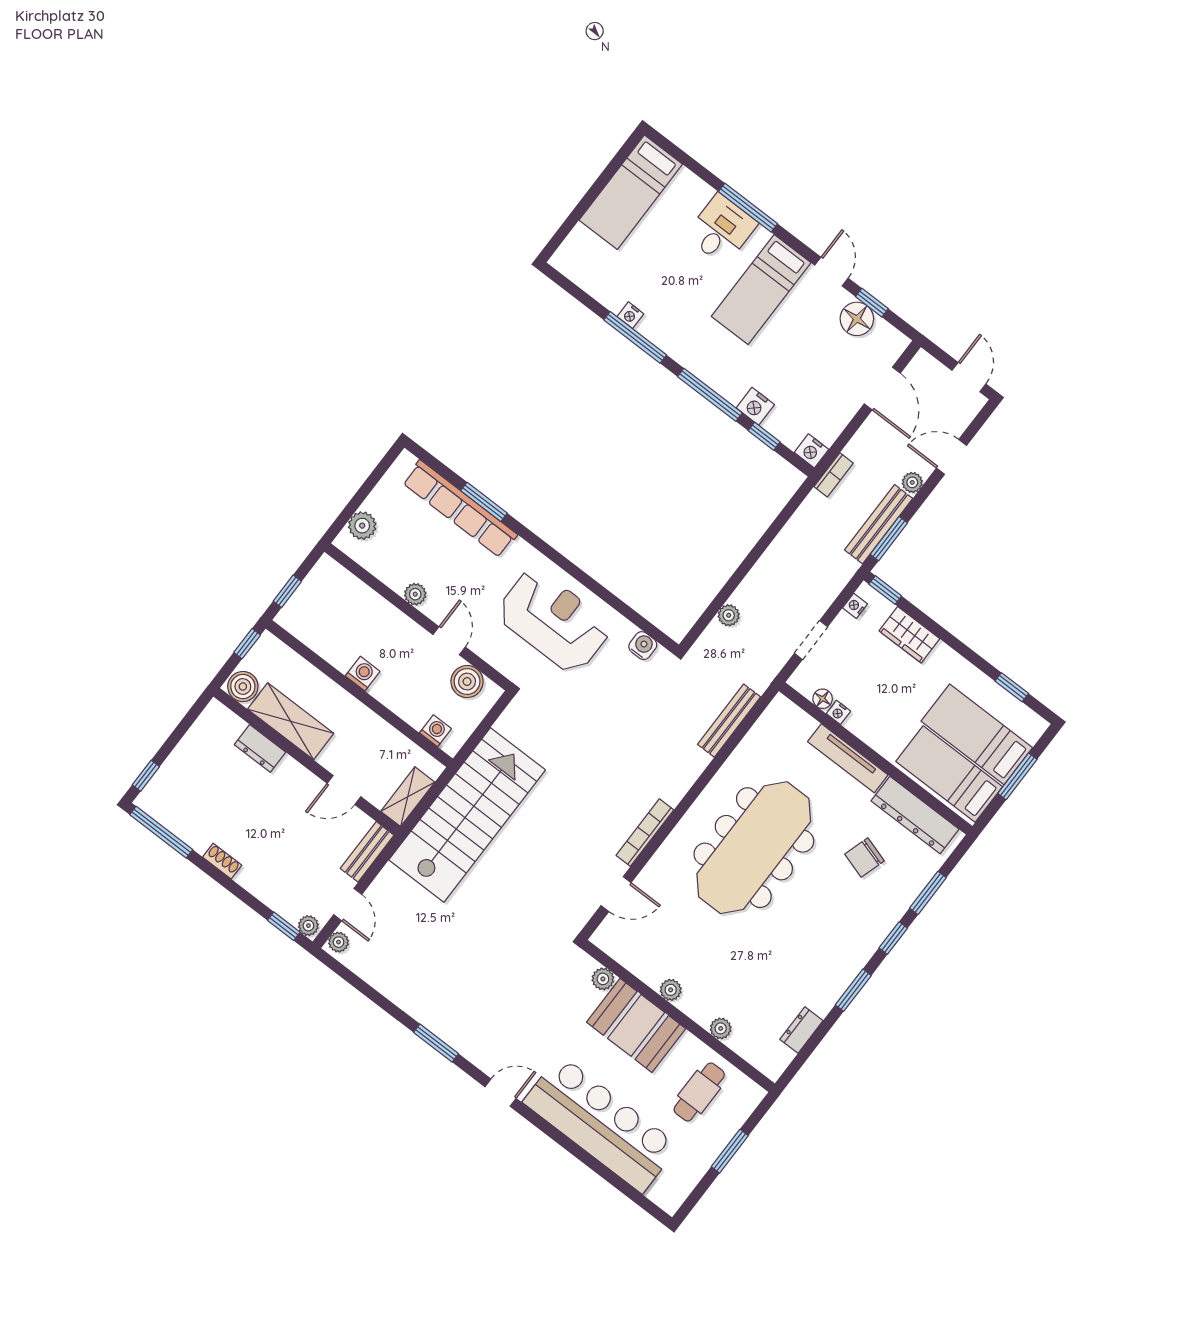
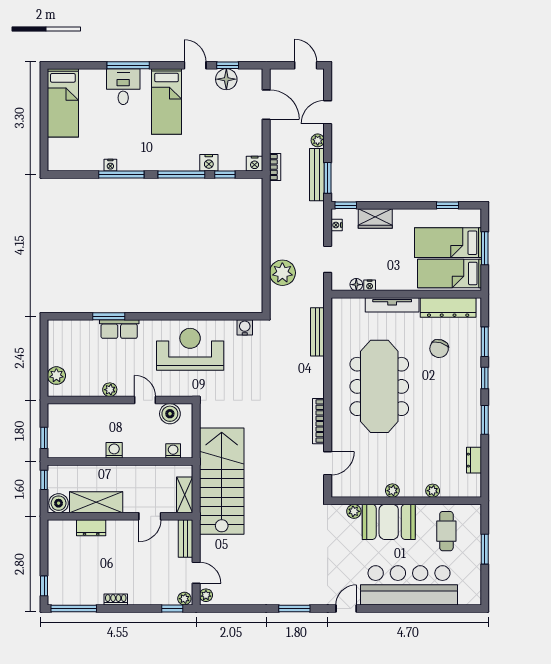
row of seats: (460, 509) -> (119, 329), width x0.50
plant: (729, 615) -> (282, 273), width x1.88, depth x1.88

